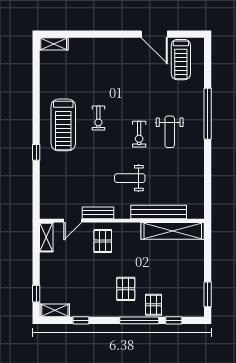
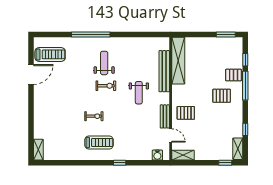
treadmill: (63, 125) -> (99, 143), width x0.73, depth x0.73
weight bench: (170, 132) -> (104, 63), turned -90
water cooler: (46, 203) -> (157, 155), added

